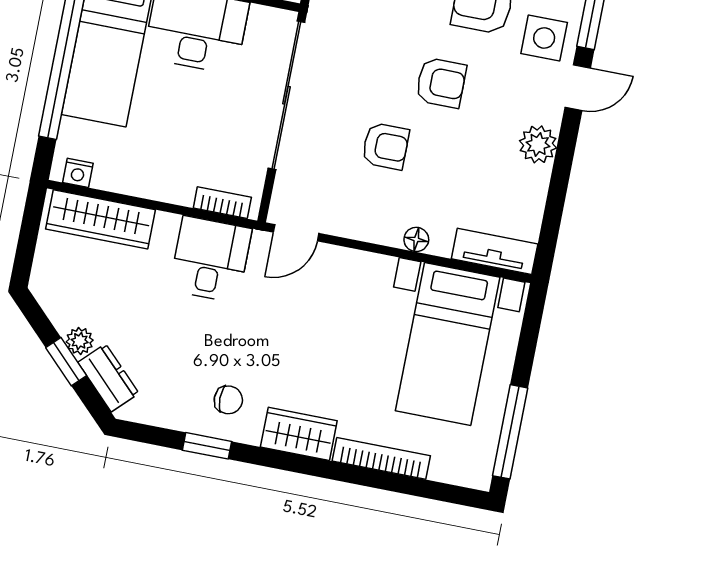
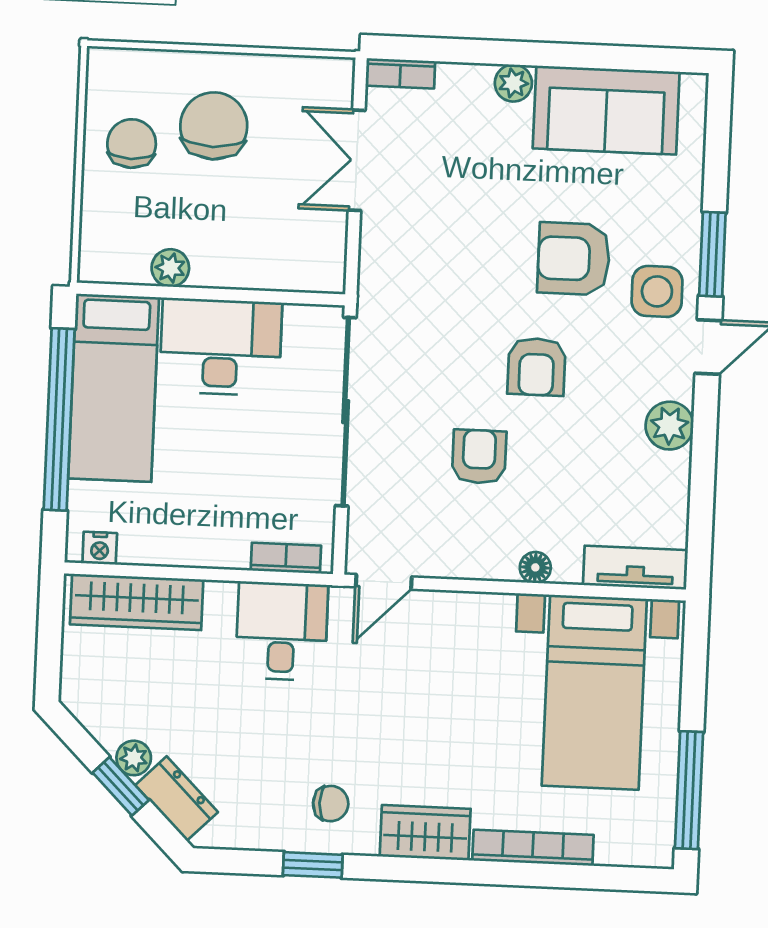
armchair: (441, 83) -> (536, 367), turned 90
armchair: (385, 146) -> (479, 457), turned -90

